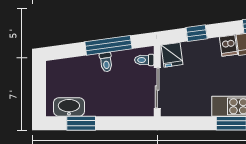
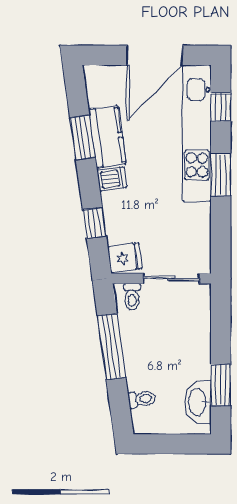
toilet: (106, 62) -> (142, 399), moved

